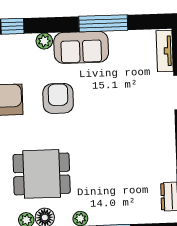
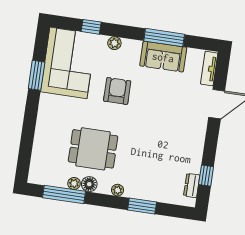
sofa: (81, 47) -> (163, 57), moved

